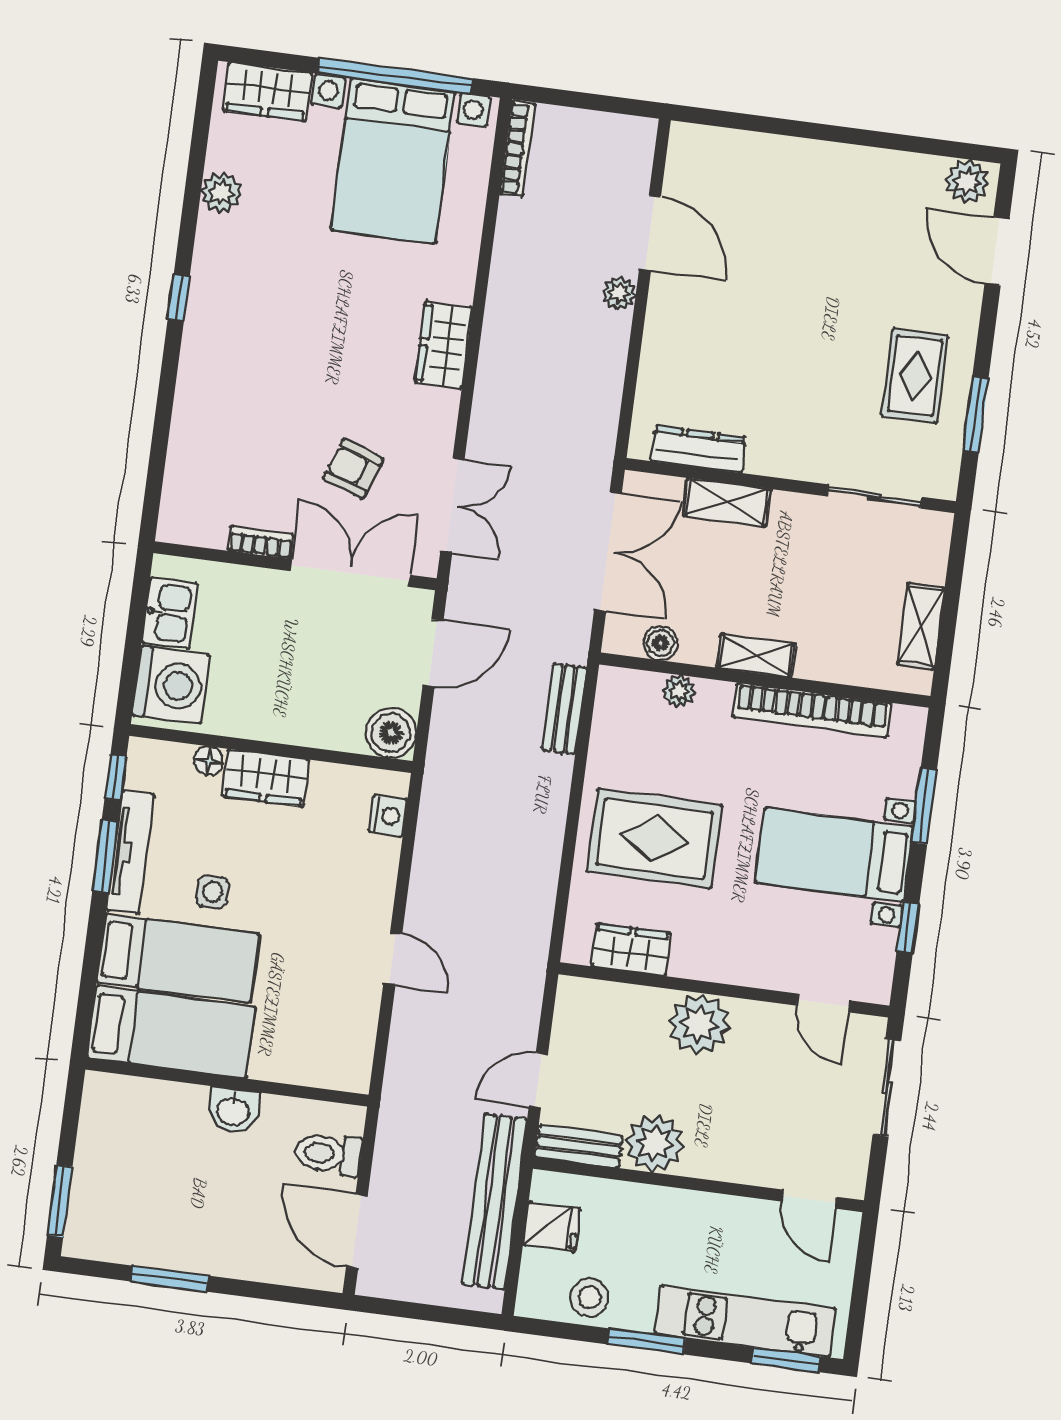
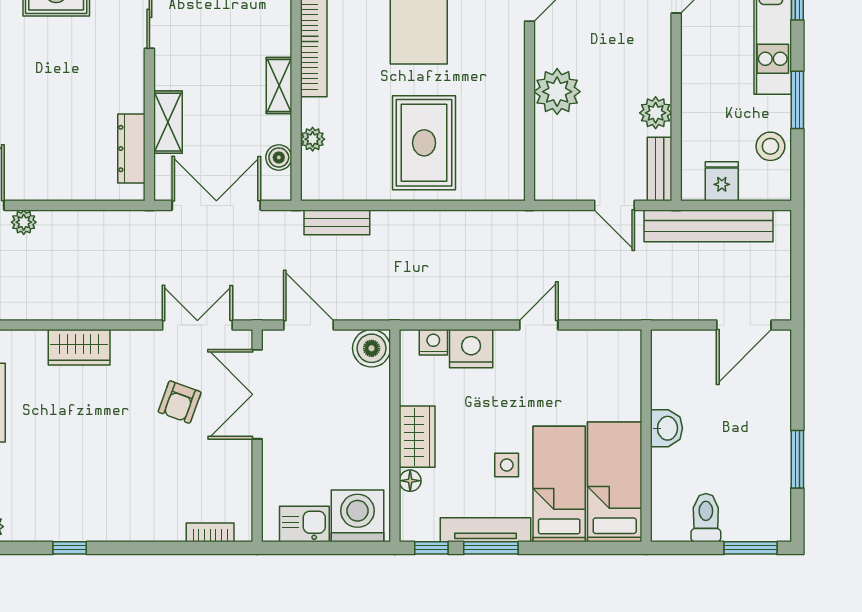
bookcase: (261, 542) -> (210, 532), moved, turned 90
nightstand: (373, 865) -> (471, 349), added
wardrobe: (631, 950) -> (509, 149), removed
plant: (655, 1143) -> (656, 113), width x0.73, depth x0.73
toilet: (328, 1154) -> (706, 518), moved, turned 180

